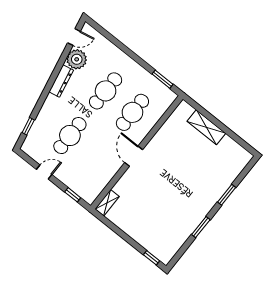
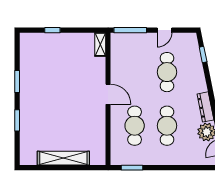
shelving: (206, 127) -> (63, 158), width x1.47
window: (73, 195) -> (130, 30), width x2.17
window: (152, 258) -> (52, 30), moved

